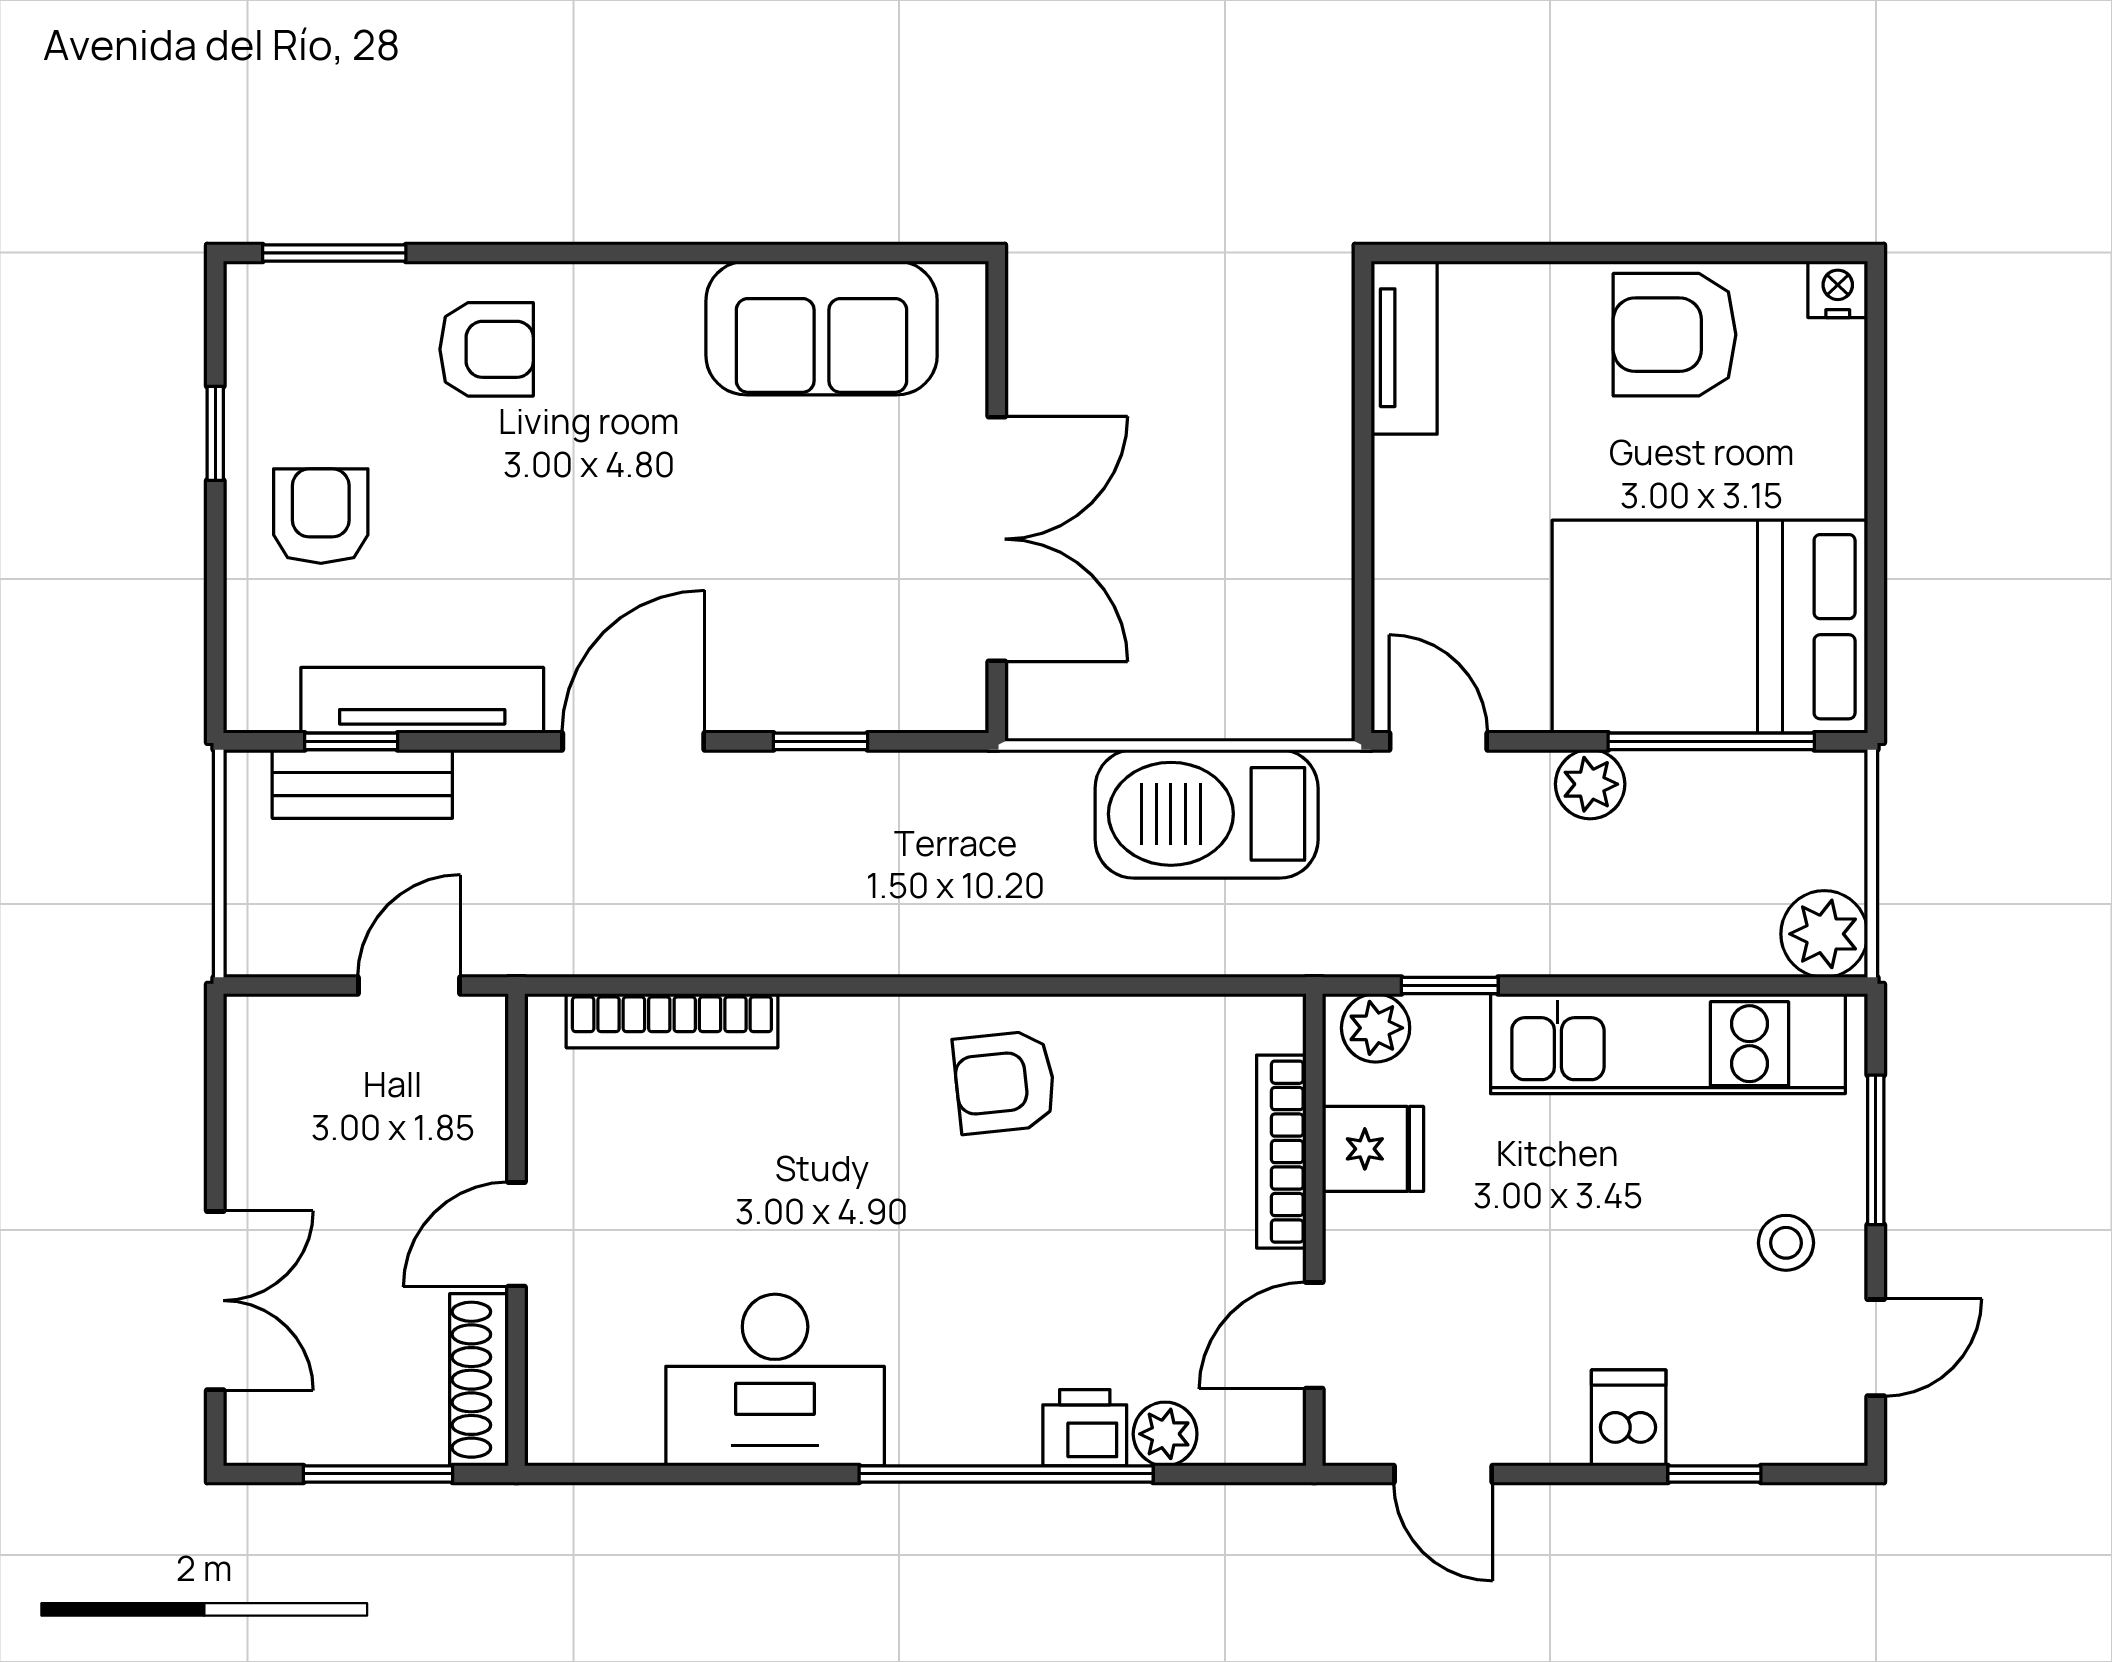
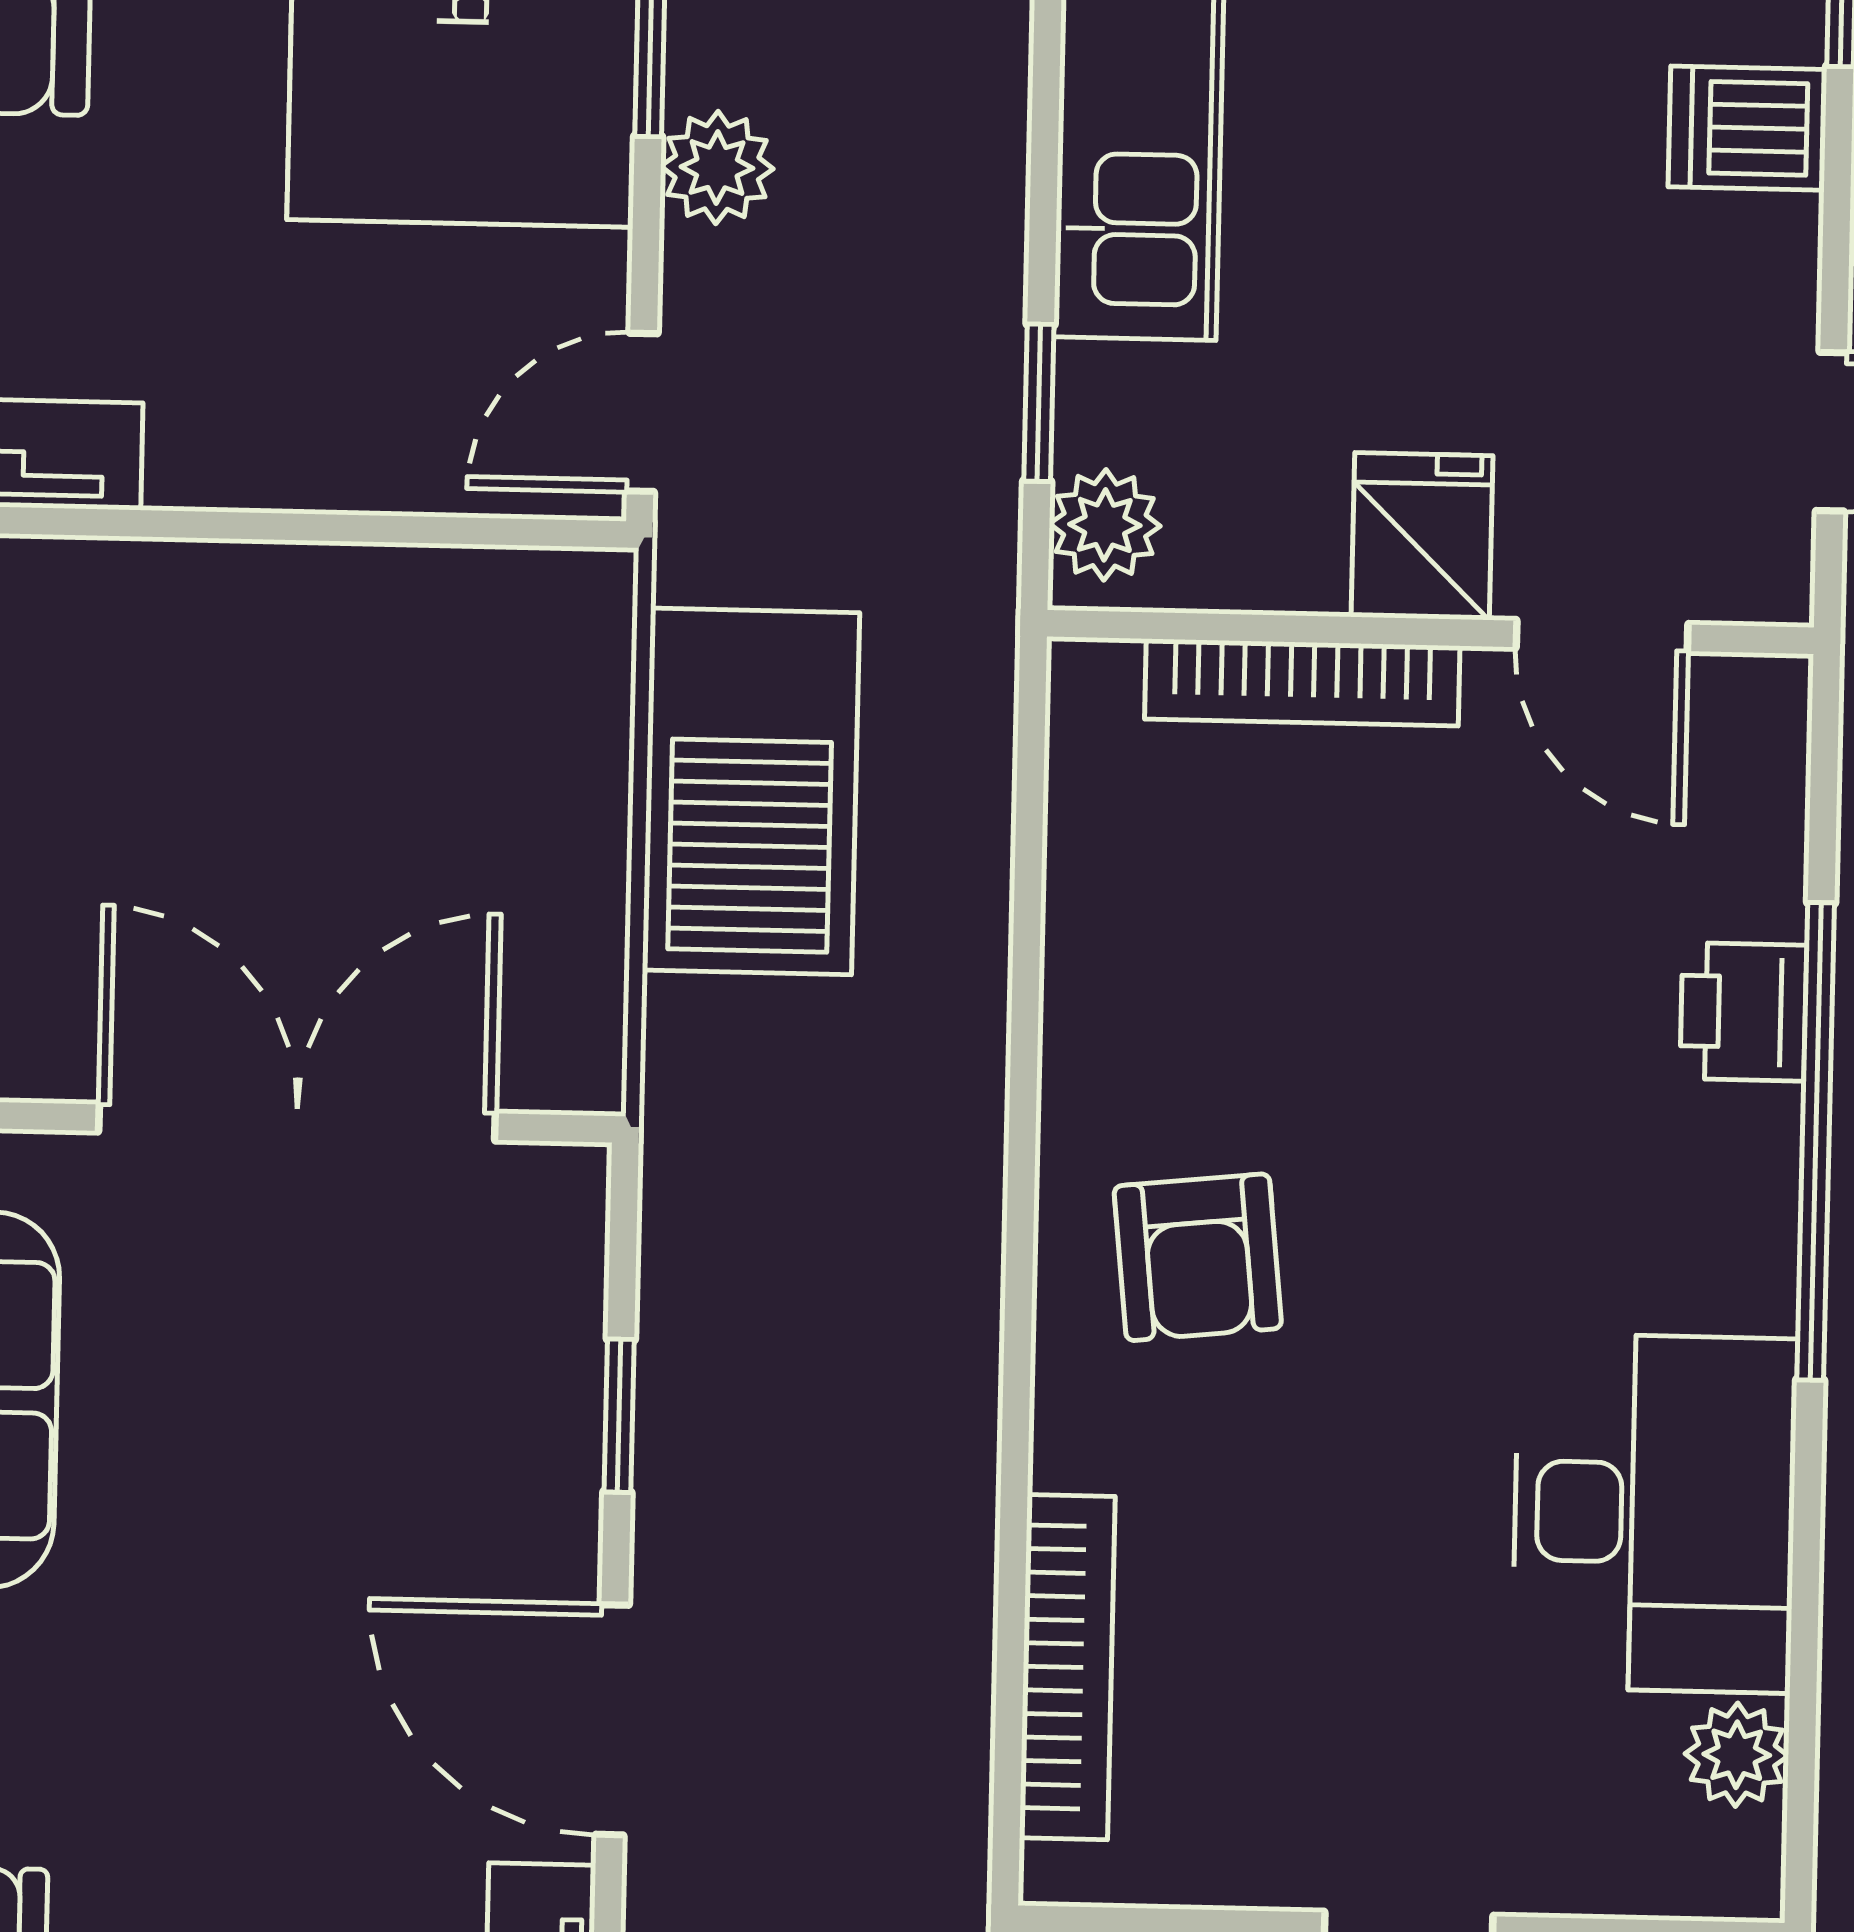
armchair: (1005, 1082) -> (1198, 1257), moved
fridge: (1373, 1149) -> (1422, 536), moved
plant: (1165, 1434) -> (1737, 1755), moved

